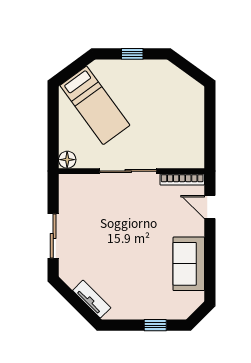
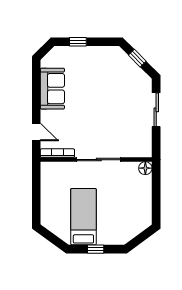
bed: (95, 105) -> (83, 217), moved, turned 36
tv unit: (92, 299) -> (127, 62), removed
window: (78, 304) -> (137, 58), added

